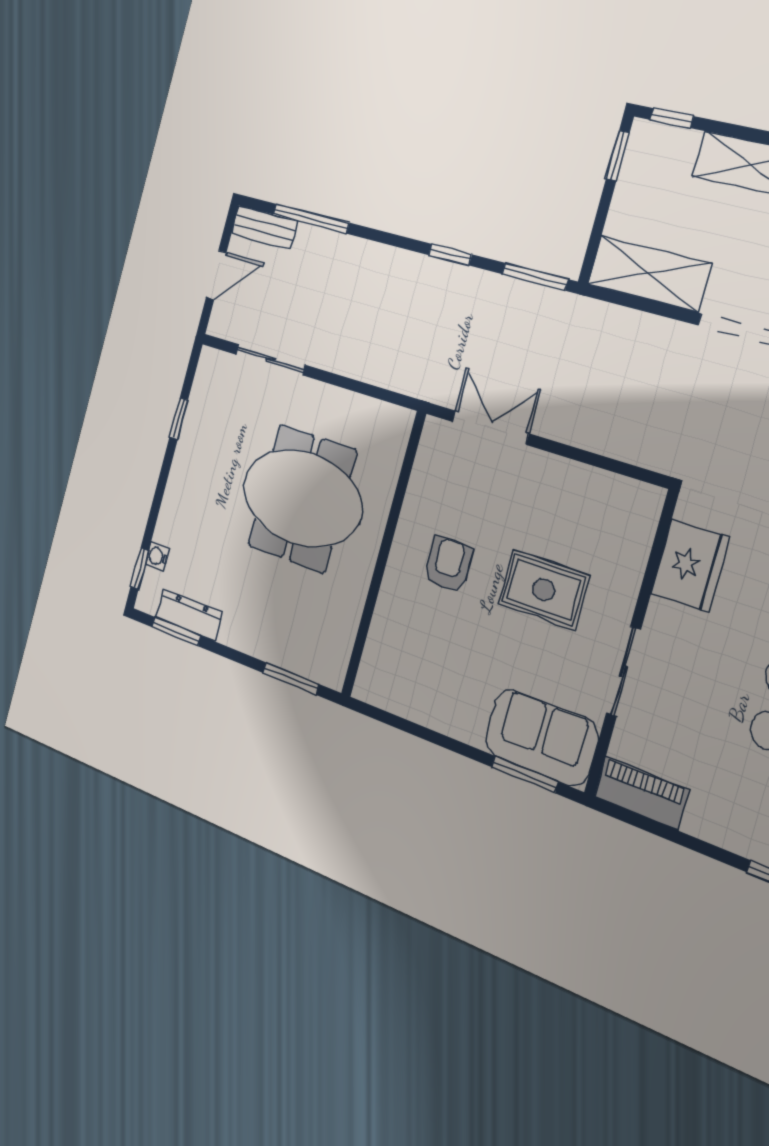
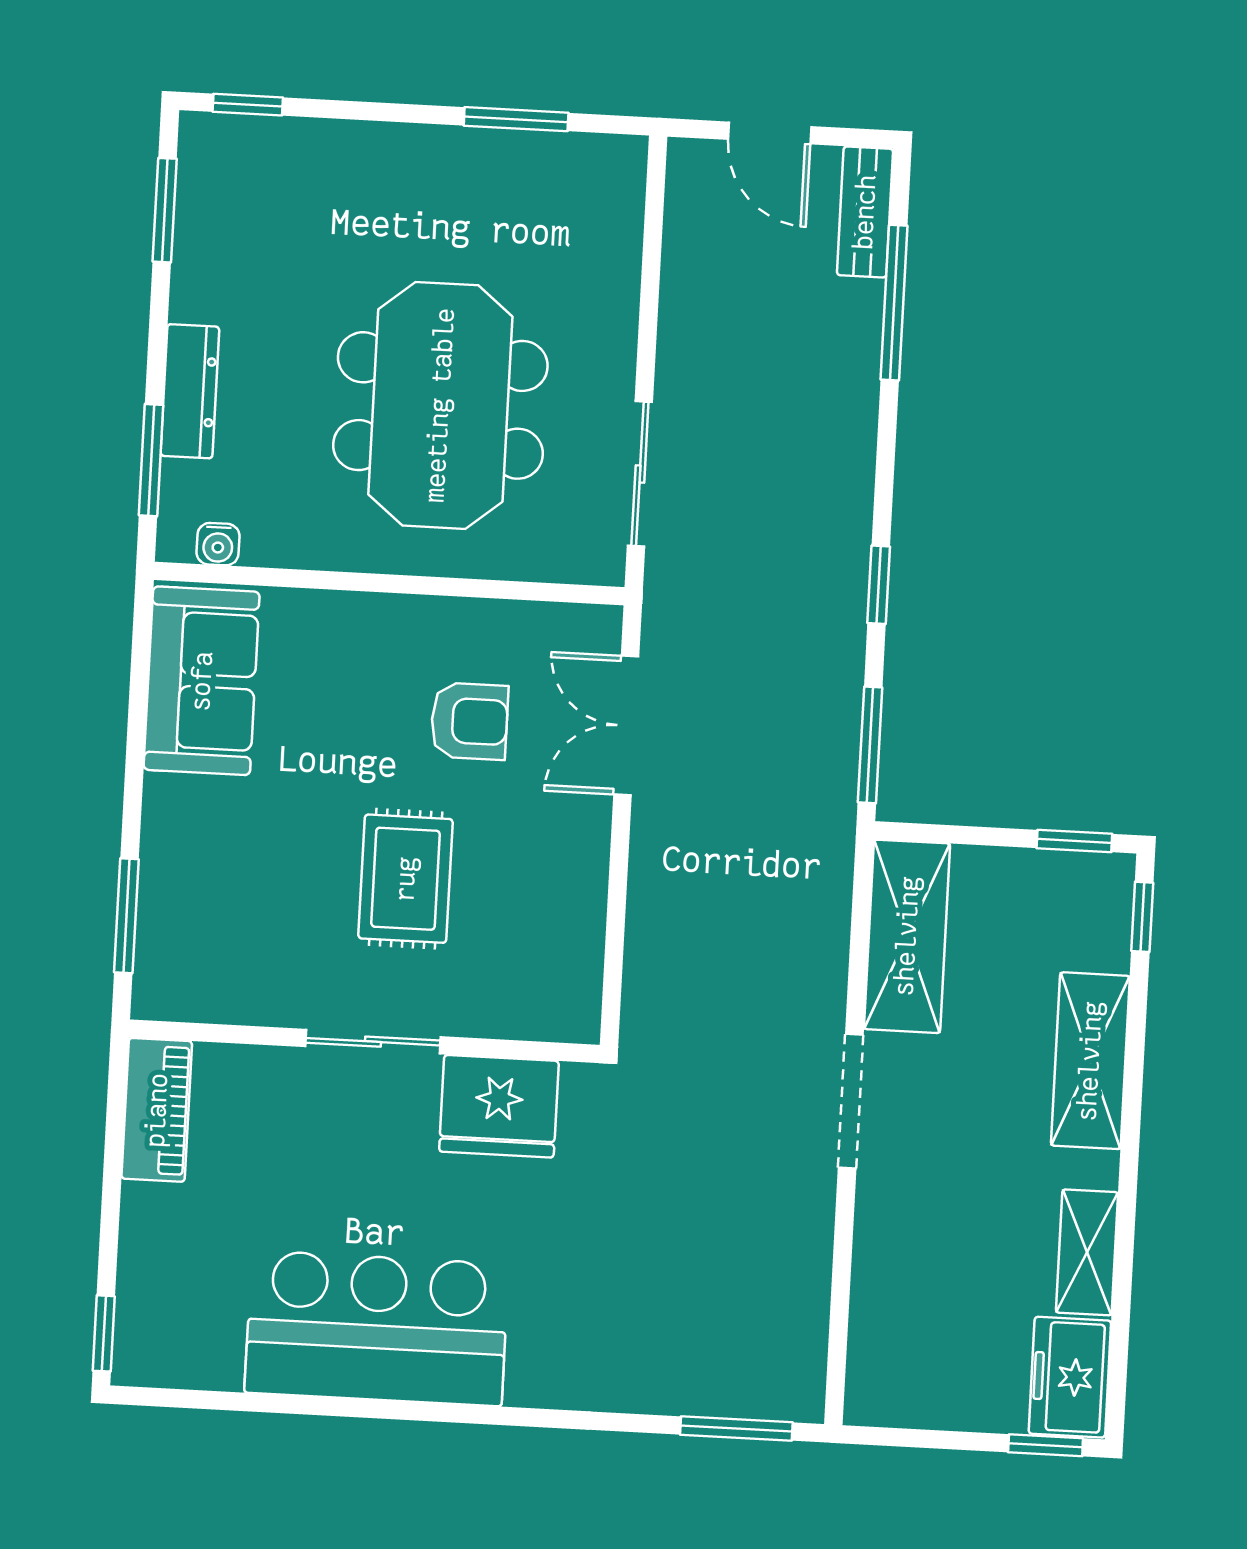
sliding door: (270, 360) -> (640, 474), moved
window: (179, 418) -> (516, 119), width x1.50
double door: (490, 428) -> (626, 726), swing flipped
water cooler: (157, 556) -> (218, 544), moved, turned 180
armchair: (448, 564) -> (469, 721), moved
dresser: (189, 615) -> (190, 391), moved
sliding door: (623, 672) -> (373, 1042), moved
sofa: (542, 738) -> (202, 681), moved

